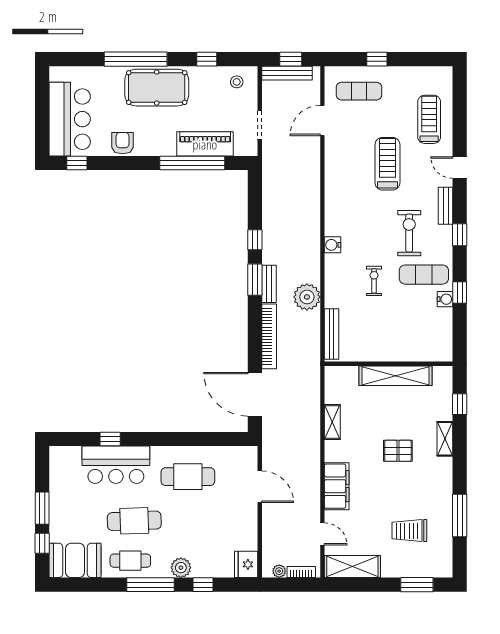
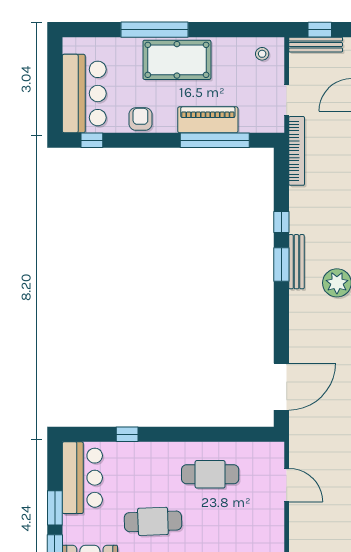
window: (207, 59) -> (230, 30), removed
piano: (205, 144) -> (208, 120), moved
bench: (269, 284) -> (296, 262), width x1.36
bookcase: (269, 336) -> (297, 151), moved
door: (255, 394) -> (281, 387), swing flipped
bar counter: (116, 465) -> (82, 478), moved, turned -90

